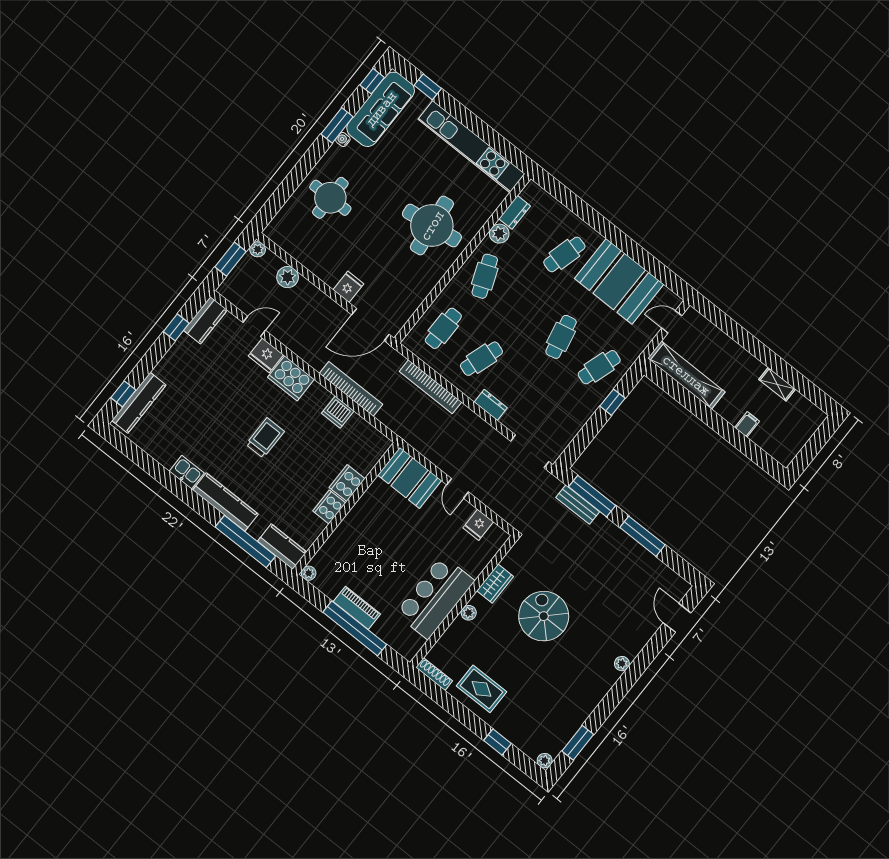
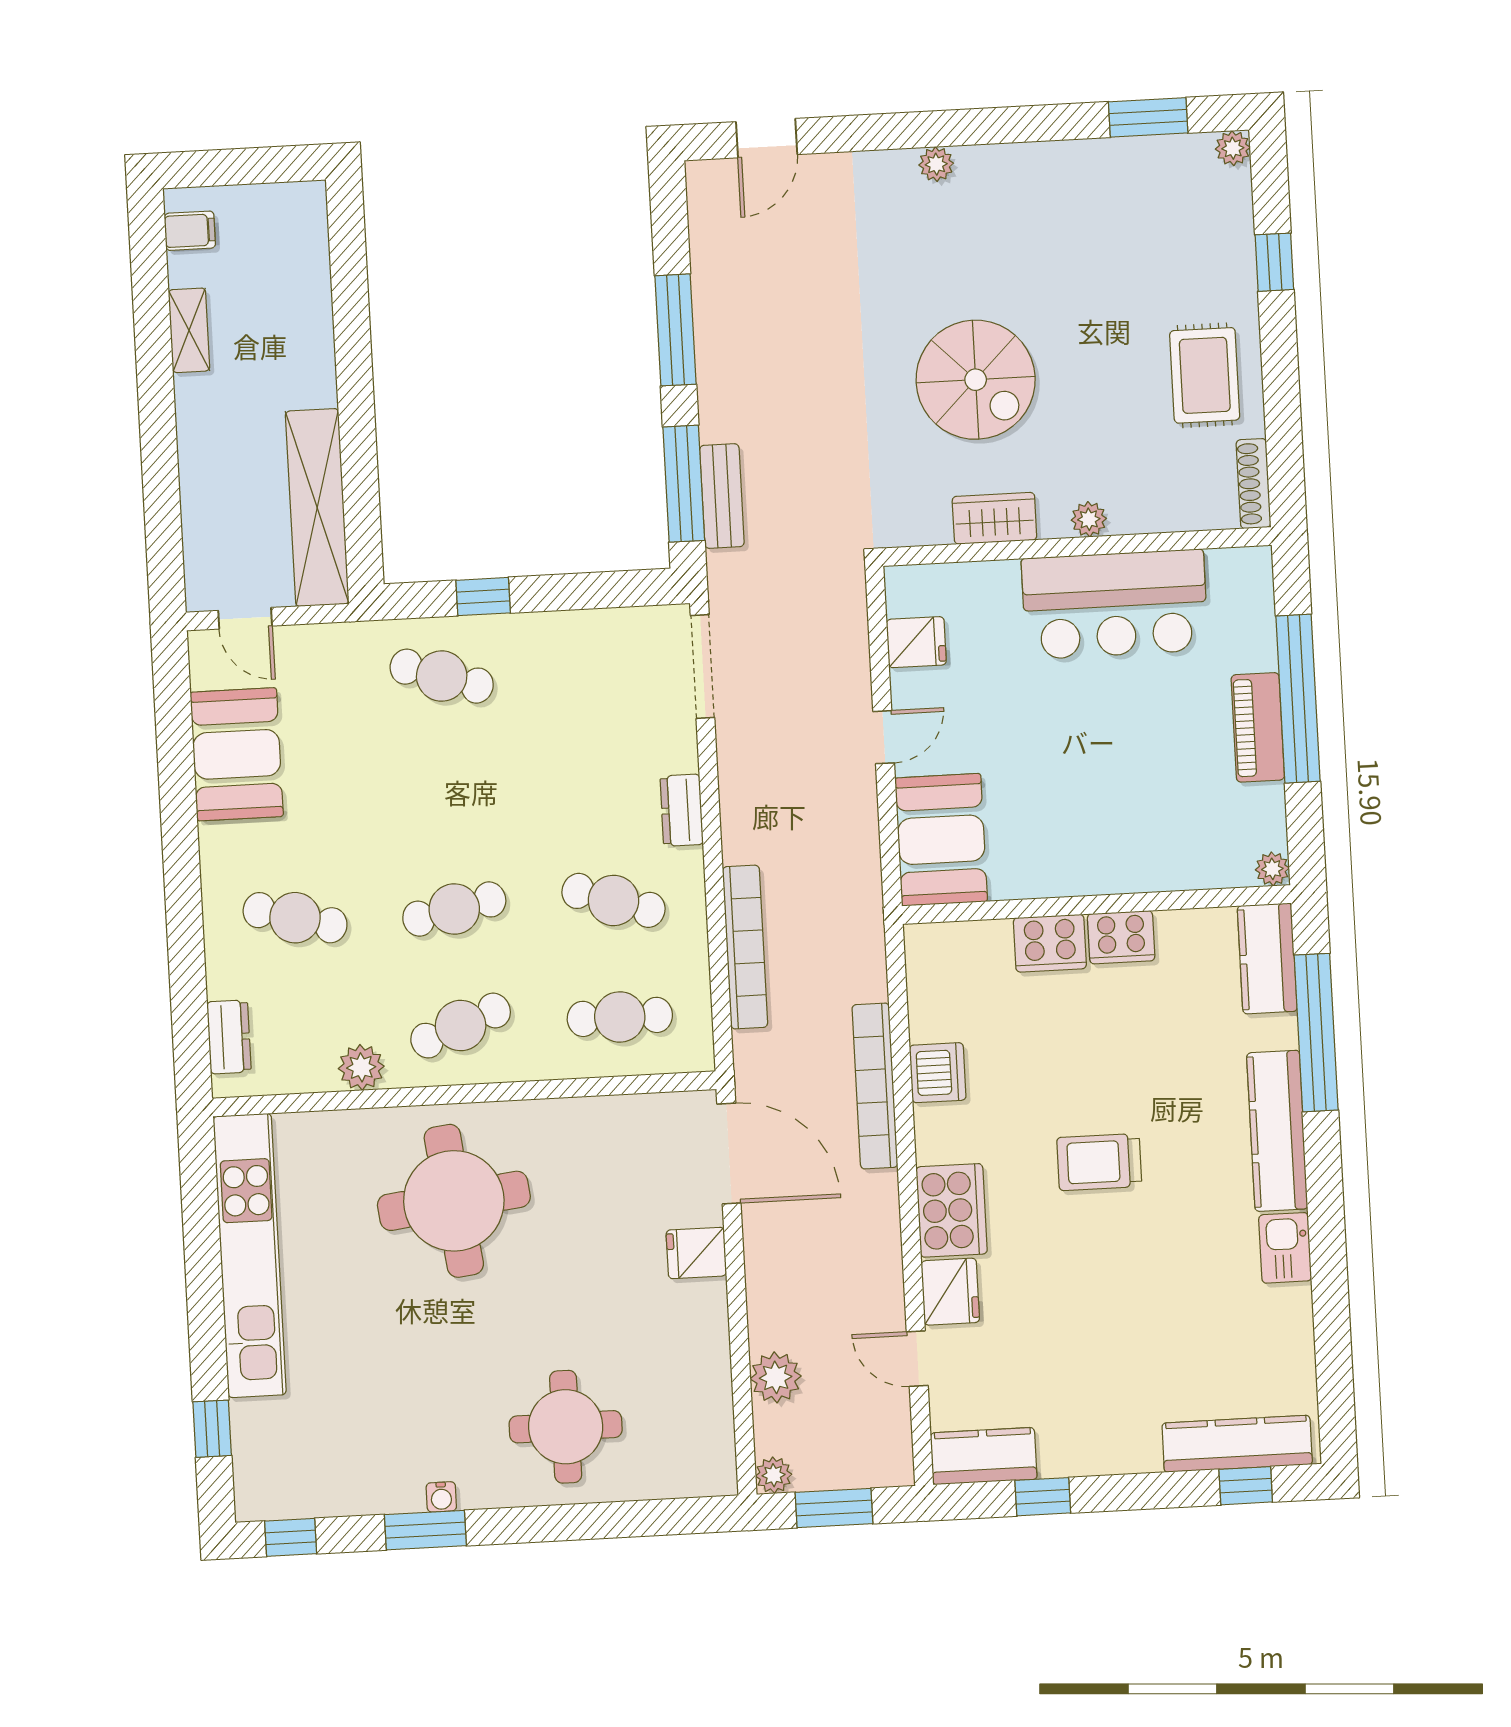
sofa: (381, 109) -> (327, 1477), removed
dresser: (515, 212) -> (229, 1037), moved, turned 90
booth: (619, 281) -> (237, 754), width x0.73, depth x0.70
cafe table: (561, 337) -> (454, 909), moved
filing cabinet: (747, 424) -> (190, 231), moved, turned 180
spiral stairs: (544, 616) -> (976, 380), turned -90

